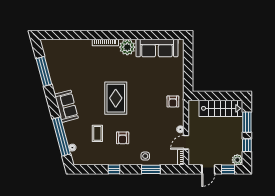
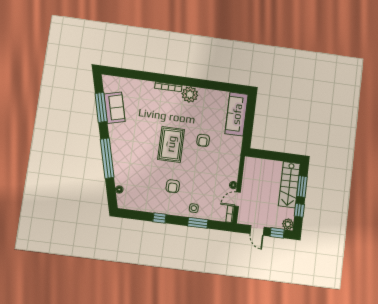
sofa: (157, 48) -> (237, 114), moved, turned 90
armchair: (173, 101) -> (203, 140), moved
sofa: (66, 106) -> (114, 108), moved
stairs: (221, 108) -> (289, 185), moved, turned 90
coffee table: (97, 133) -> (147, 178), removed
window: (61, 136) -> (107, 158), moved
door: (208, 169) -> (257, 230), hinge flipped

